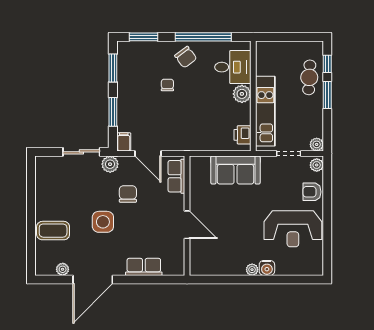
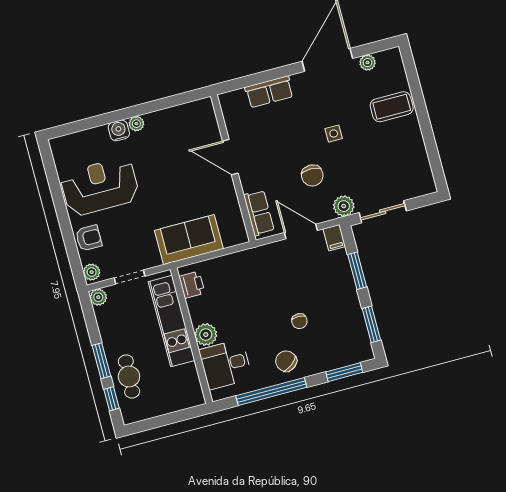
side table: (103, 222) -> (334, 134), width x0.54, depth x0.54

